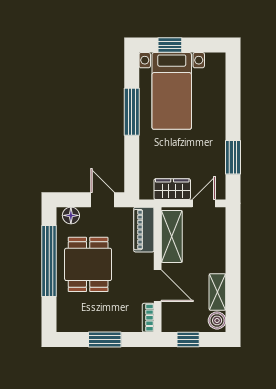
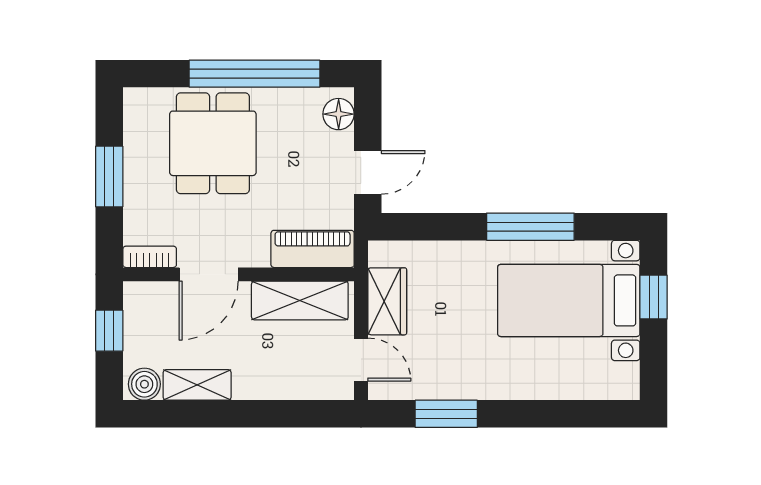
dining table: (88, 264) -> (213, 143), moved, turned 90

